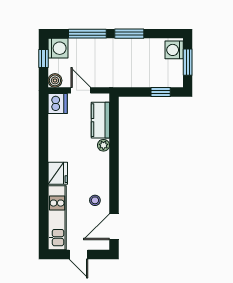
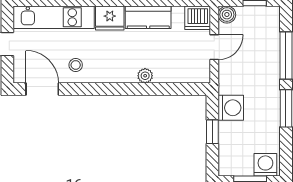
washing machine: (58, 48) -> (231, 108), moved, turned -90
window: (161, 92) -> (212, 132), moved
kitchen counter: (100, 120) -> (148, 17), moved, turned 180

